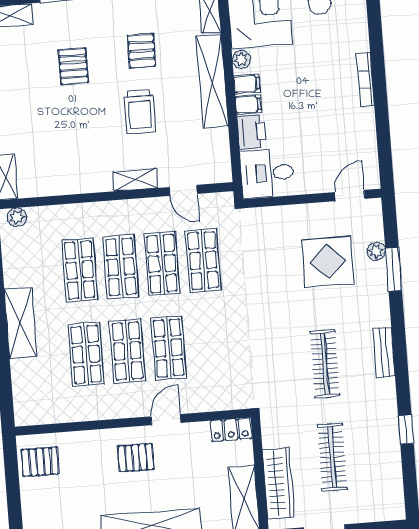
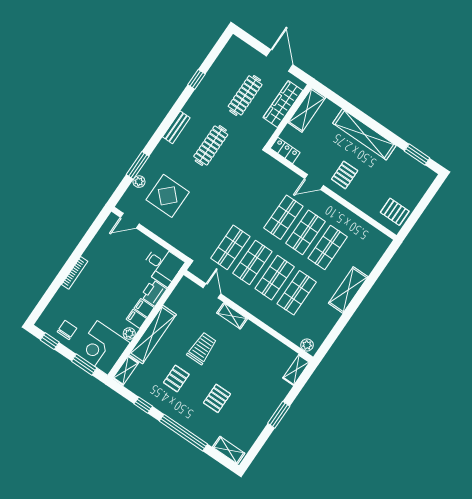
pallet: (136, 458) -> (345, 175), turned 90

